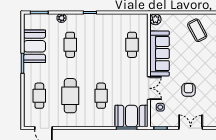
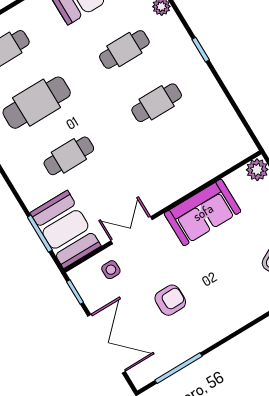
cafe table: (132, 45) -> (157, 103), moved
sofa: (160, 54) -> (203, 212), width x0.73
double door: (149, 88) -> (132, 230), swing flipped
double door: (191, 128) -> (106, 344), width x1.37

